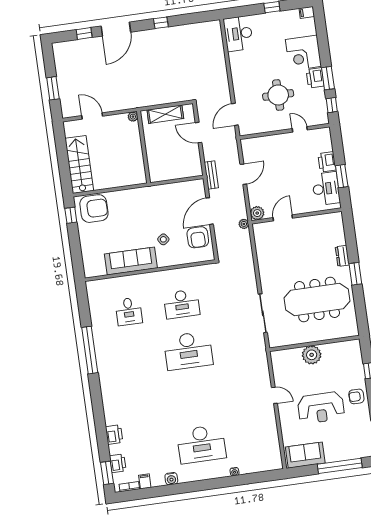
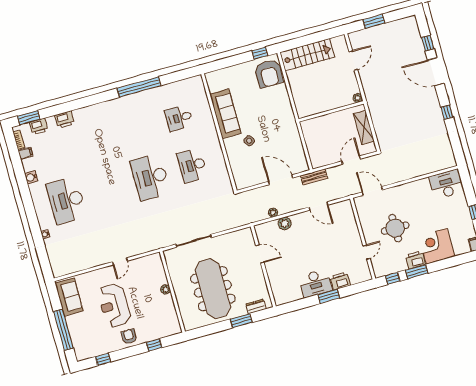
wall: (297, 216) -> (263, 266), moved
door: (283, 218) -> (260, 254), moved
armchair: (198, 237) -> (255, 172), removed
plant: (312, 355) -> (166, 289), width x0.53, depth x0.53

